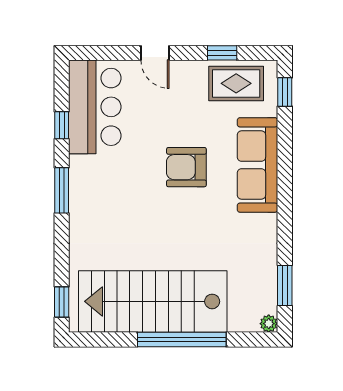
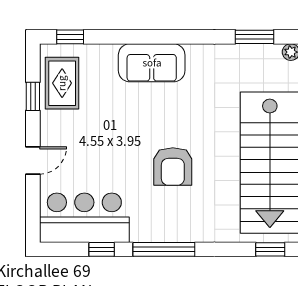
sofa: (257, 165) -> (152, 63), width x0.73
armchair: (186, 167) -> (173, 166), moved
window: (62, 190) -> (164, 249), width x1.44

